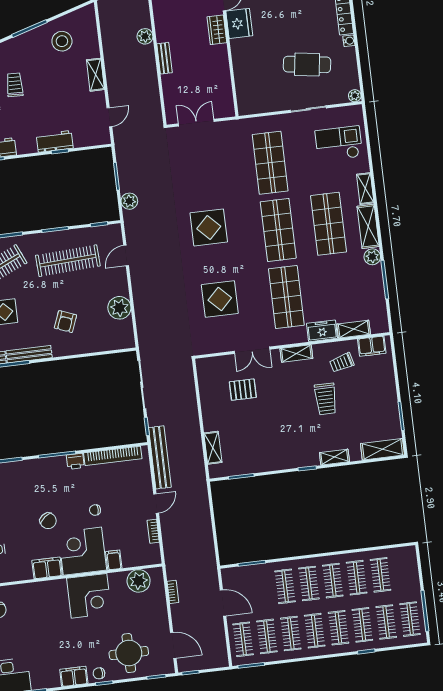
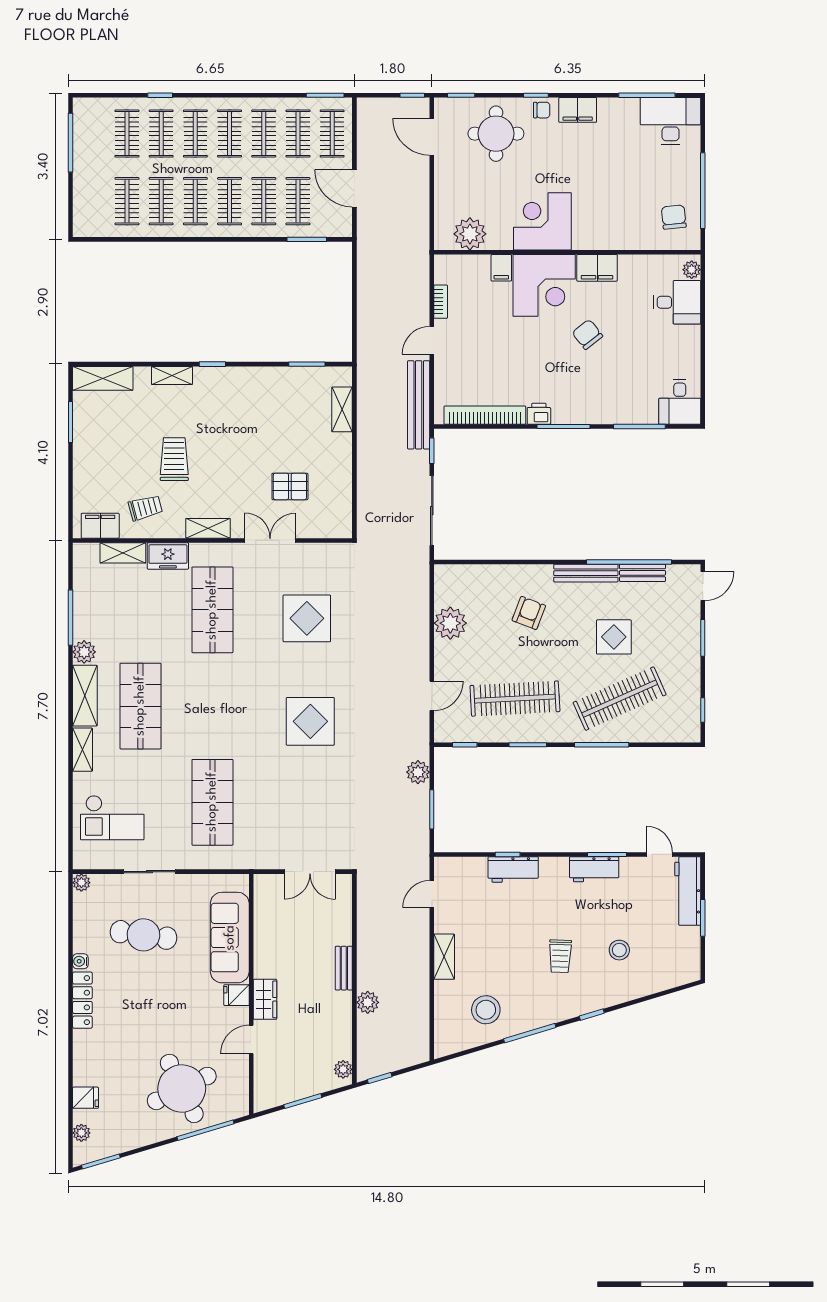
fridge: (239, 23) -> (236, 995), width x0.53, depth x0.75
sofa: (247, 70) -> (230, 938), added
shop shelf: (278, 230) -> (212, 706), removed
chair: (95, 510) -> (519, 342), removed
bookcase: (173, 592) -> (423, 212), removed
clothes rail: (410, 619) -> (298, 201), moved

